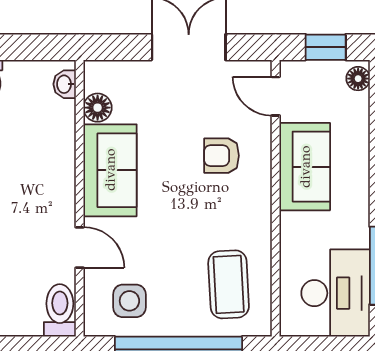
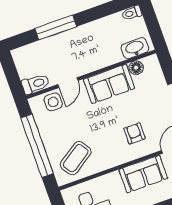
washbasin: (65, 84) -> (135, 48), width x1.91, depth x1.45
coffee table: (229, 284) -> (76, 158), turned -31
side table: (129, 301) -> (53, 102), moved

